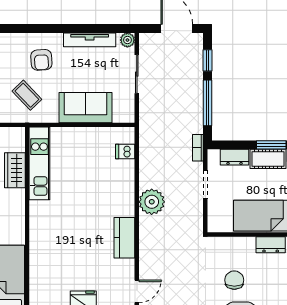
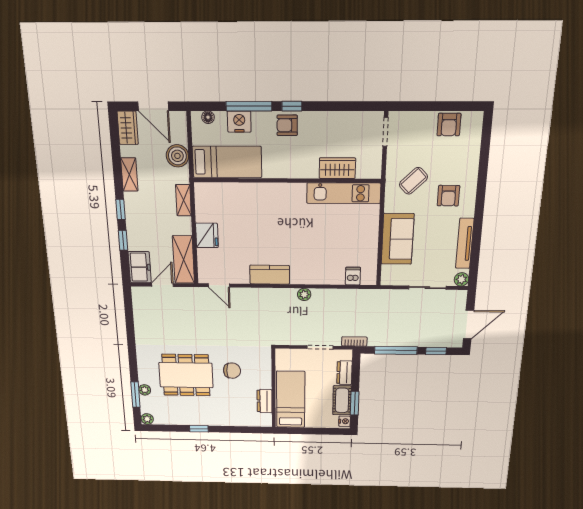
armchair: (41, 60) -> (448, 196), turned -86
plant: (152, 202) -> (304, 294), width x0.53, depth x0.53

